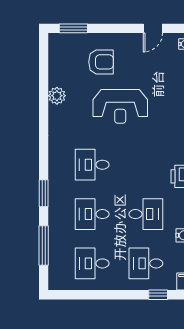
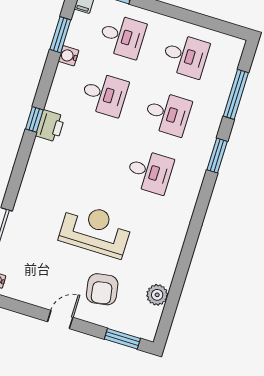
door: (153, 28) -> (60, 320), moved
armchair: (101, 62) -> (102, 289), turned -99
plant: (57, 96) -> (157, 295), moved
desk: (146, 214) -> (104, 94), turned 180

